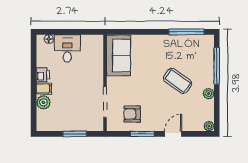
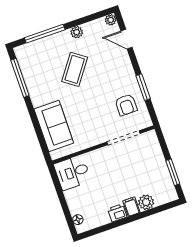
desk: (67, 48) -> (72, 173), moved
sofa: (118, 55) -> (54, 126), moved, turned 90
window: (75, 134) -> (173, 172), moved
door: (173, 134) -> (126, 39), moved

